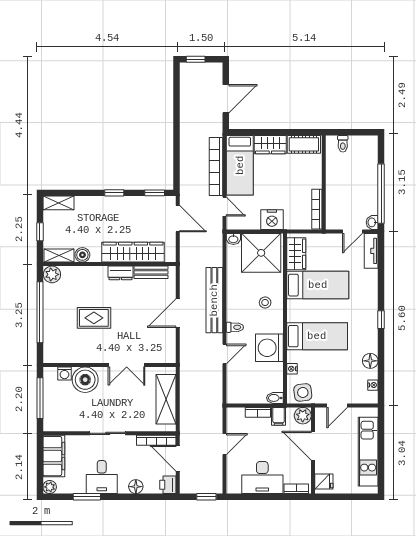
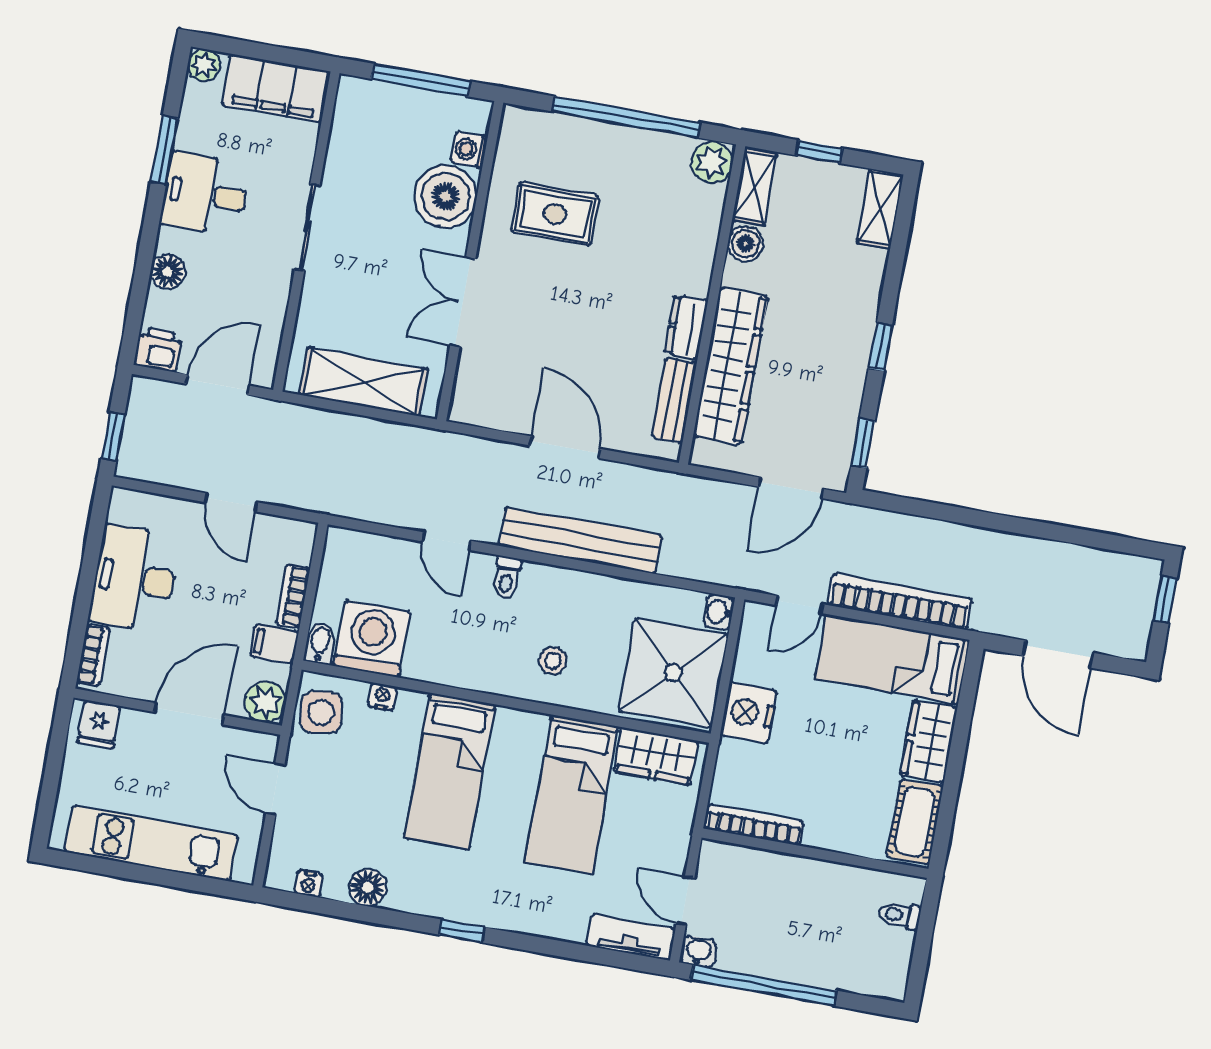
rug: (94, 318) -> (555, 214), moved, turned 90
washing machine: (269, 348) -> (372, 639), moved
bookcase: (156, 440) -> (270, 341), removed

